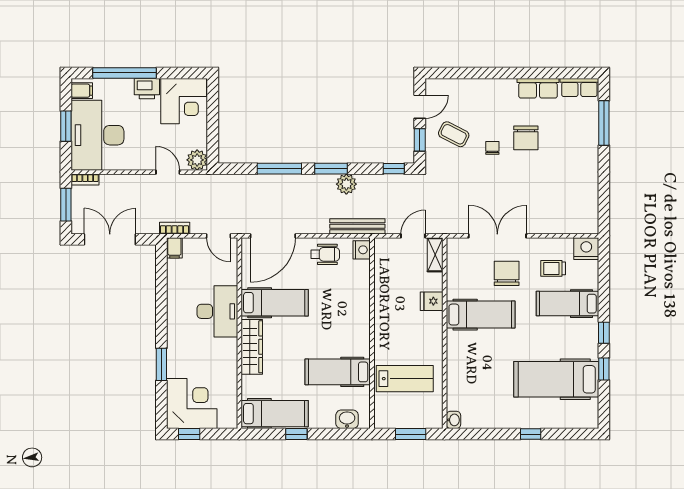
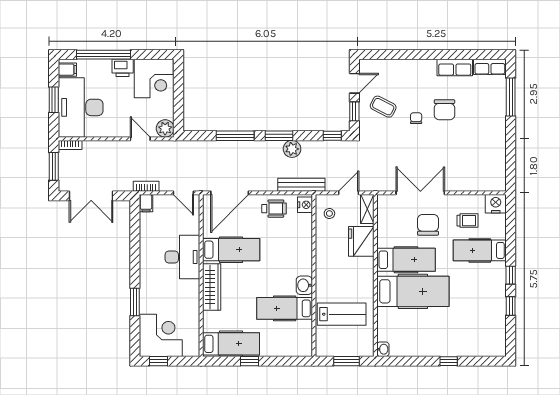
double door: (110, 239) -> (91, 196), swing flipped
stool: (390, 260) -> (329, 214), added
trolley: (553, 268) -> (468, 221), turned 180
fridge: (432, 301) -> (361, 241), width x1.88, depth x1.34
hospital bed: (556, 379) -> (413, 291), moved, turned 180
washbasin: (347, 419) -> (304, 285), moved, turned -90

